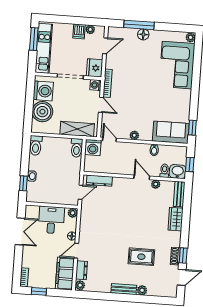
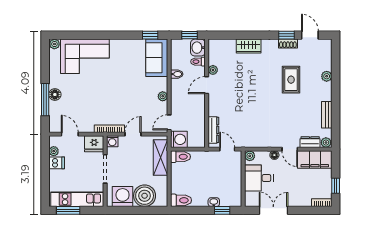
bench: (179, 194) -> (222, 44), removed
bench: (124, 289) -> (327, 115), moved

